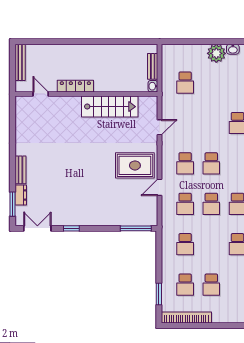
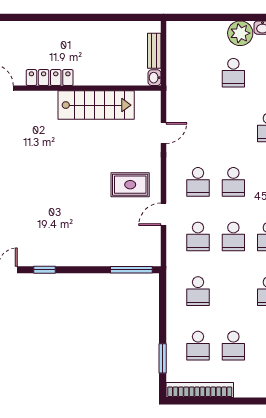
school desk: (185, 83) -> (233, 73), moved
rug: (135, 165) -> (130, 185), width x0.73, depth x0.70

